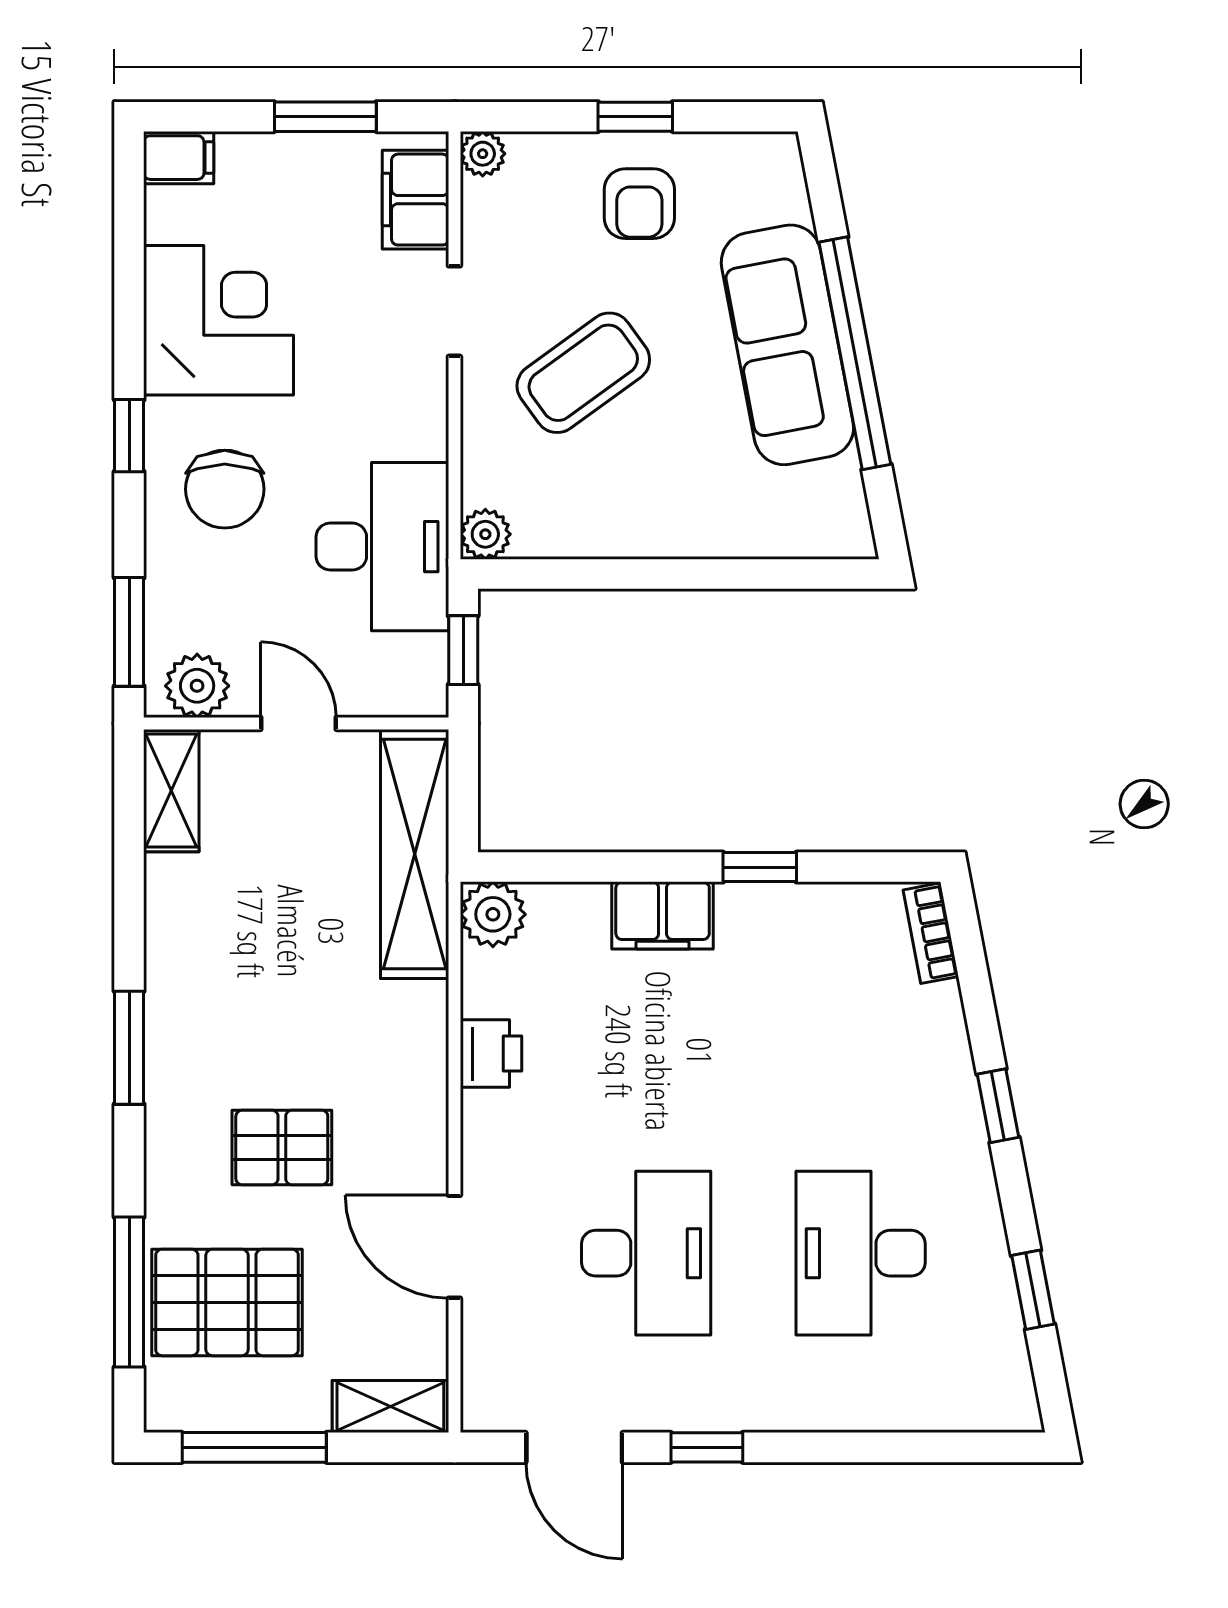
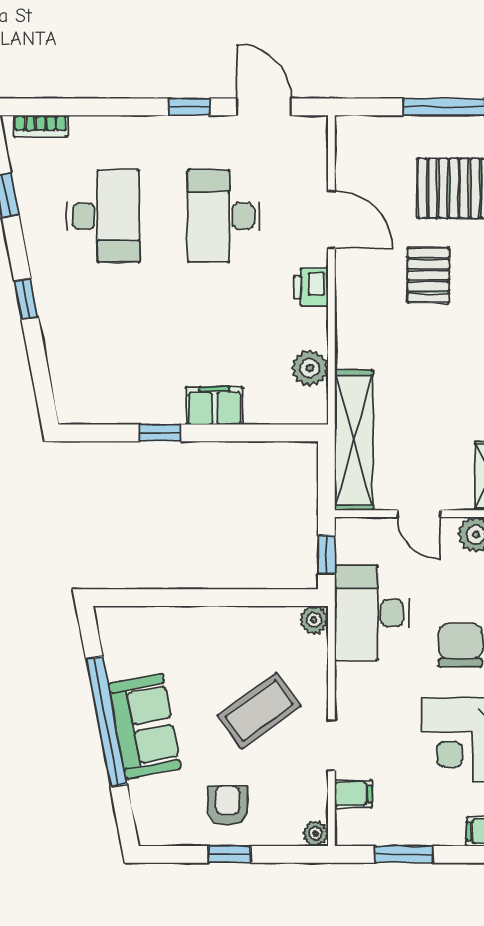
filing cabinet: (415, 200) -> (353, 794), width x0.50
sofa: (787, 345) -> (144, 726), width x0.73
plant: (493, 914) -> (310, 368), moved
bookcase: (931, 933) -> (41, 126), moved, turned 101
printer: (491, 1054) -> (311, 287), moved
pallet: (282, 1148) -> (428, 275), turned 90
shelving: (390, 1407) -> (367, 130), removed

